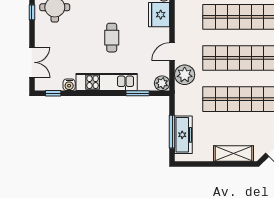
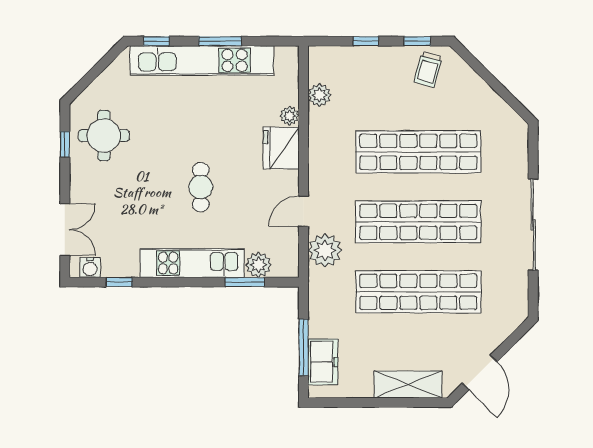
plant: (162, 83) -> (259, 265), moved
water cooler: (69, 85) -> (90, 268), moved
window: (53, 93) -> (119, 282), moved
freezer: (183, 135) -> (323, 362), width x0.71

